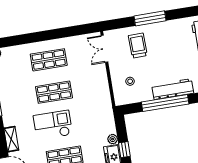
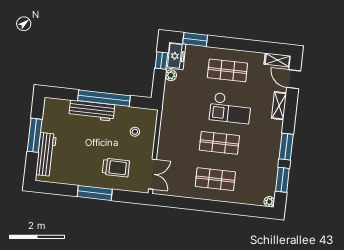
trolley: (138, 46) -> (116, 168), turned -89

